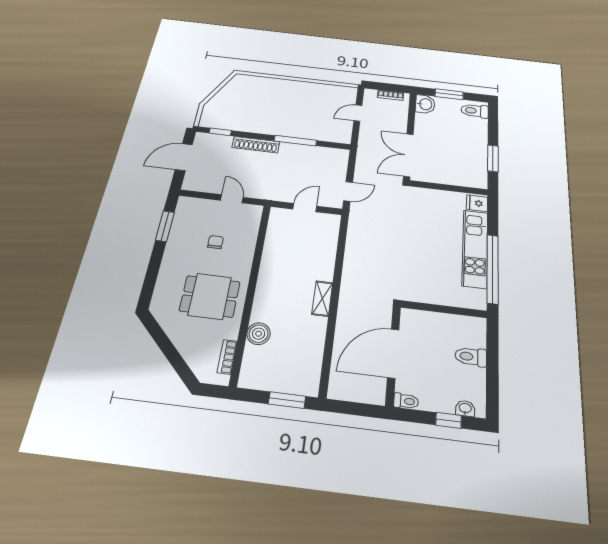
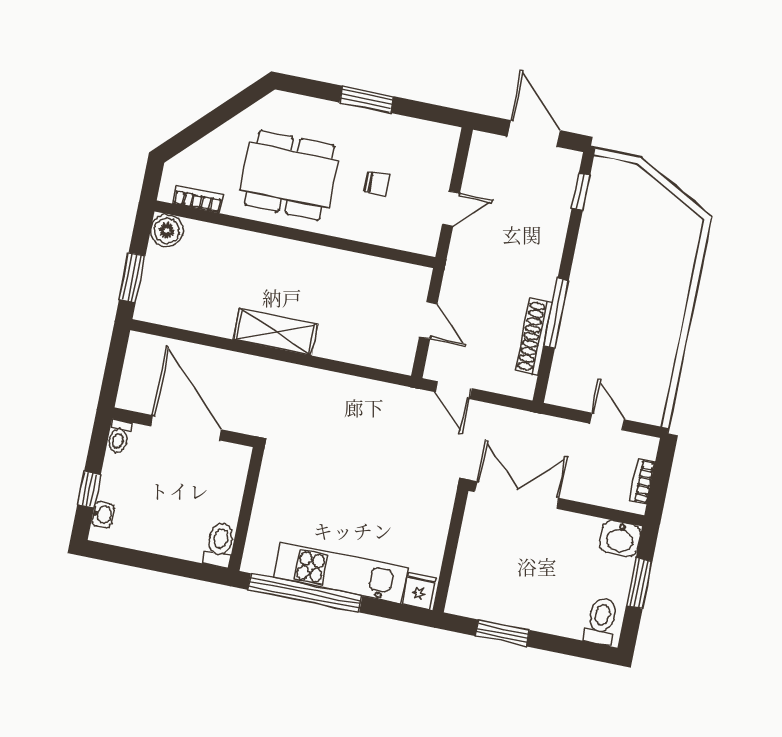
shoe rack: (256, 145) -> (534, 337), moved
window: (165, 226) -> (367, 99), moved
dining table: (210, 296) -> (289, 175), width x1.38
shelving: (322, 299) -> (275, 332), width x1.50, depth x1.33
boiler: (259, 334) -> (167, 230), moved
toilet: (471, 357) -> (220, 545), moved

